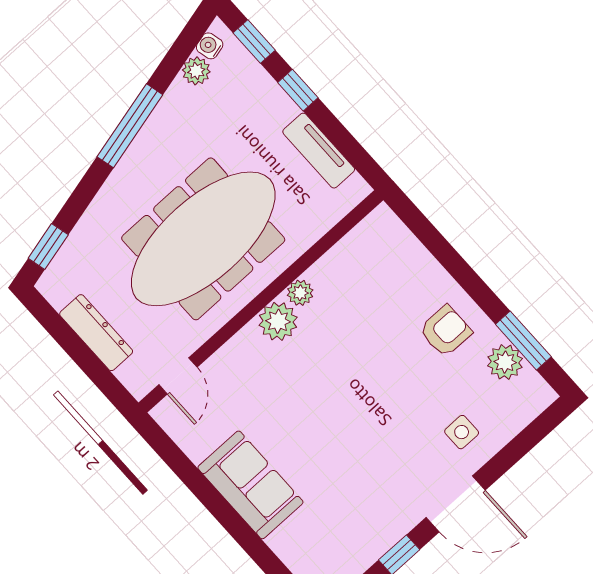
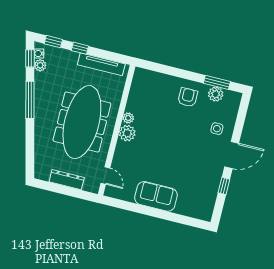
tv unit: (319, 151) -> (101, 64), width x1.41
window: (48, 247) -> (30, 58), moved

